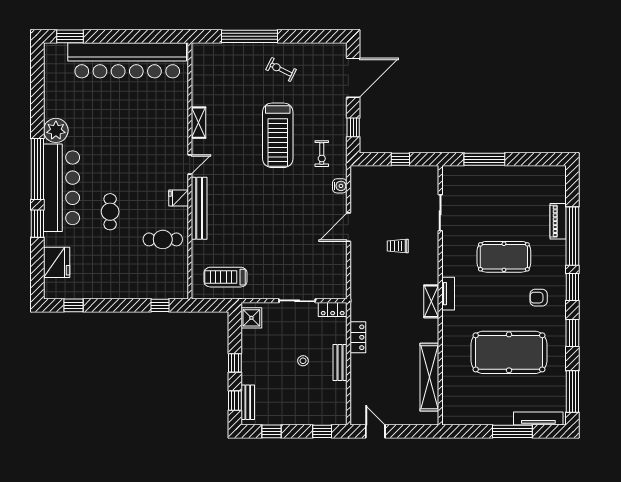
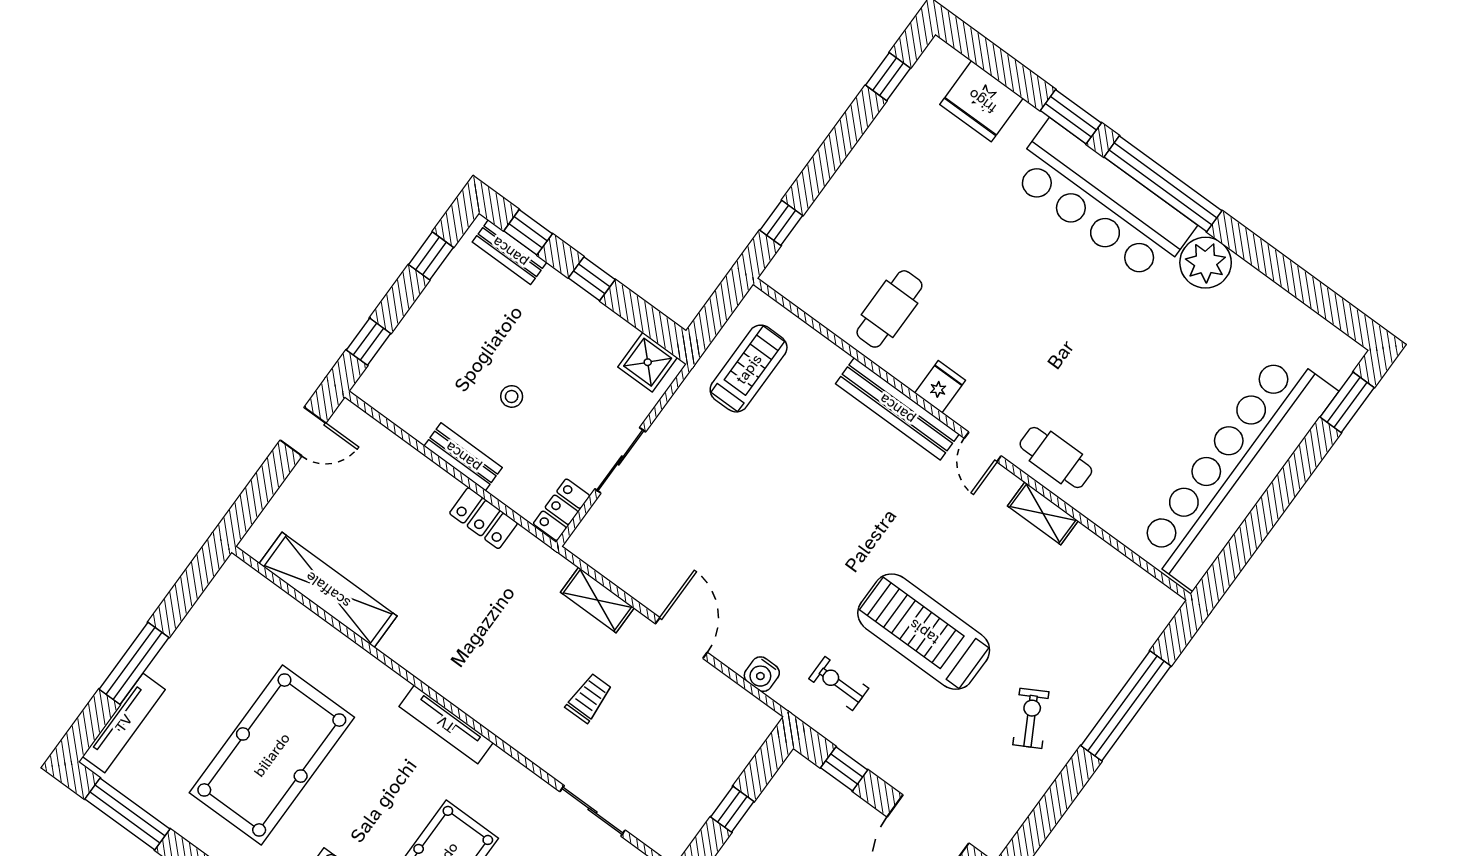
exercise bike: (281, 70) -> (1031, 718), turned -55
cafe table: (110, 212) -> (1056, 457), moved
tv unit: (448, 294) -> (446, 724), width x1.41
shelving: (431, 301) -> (597, 600), moved

